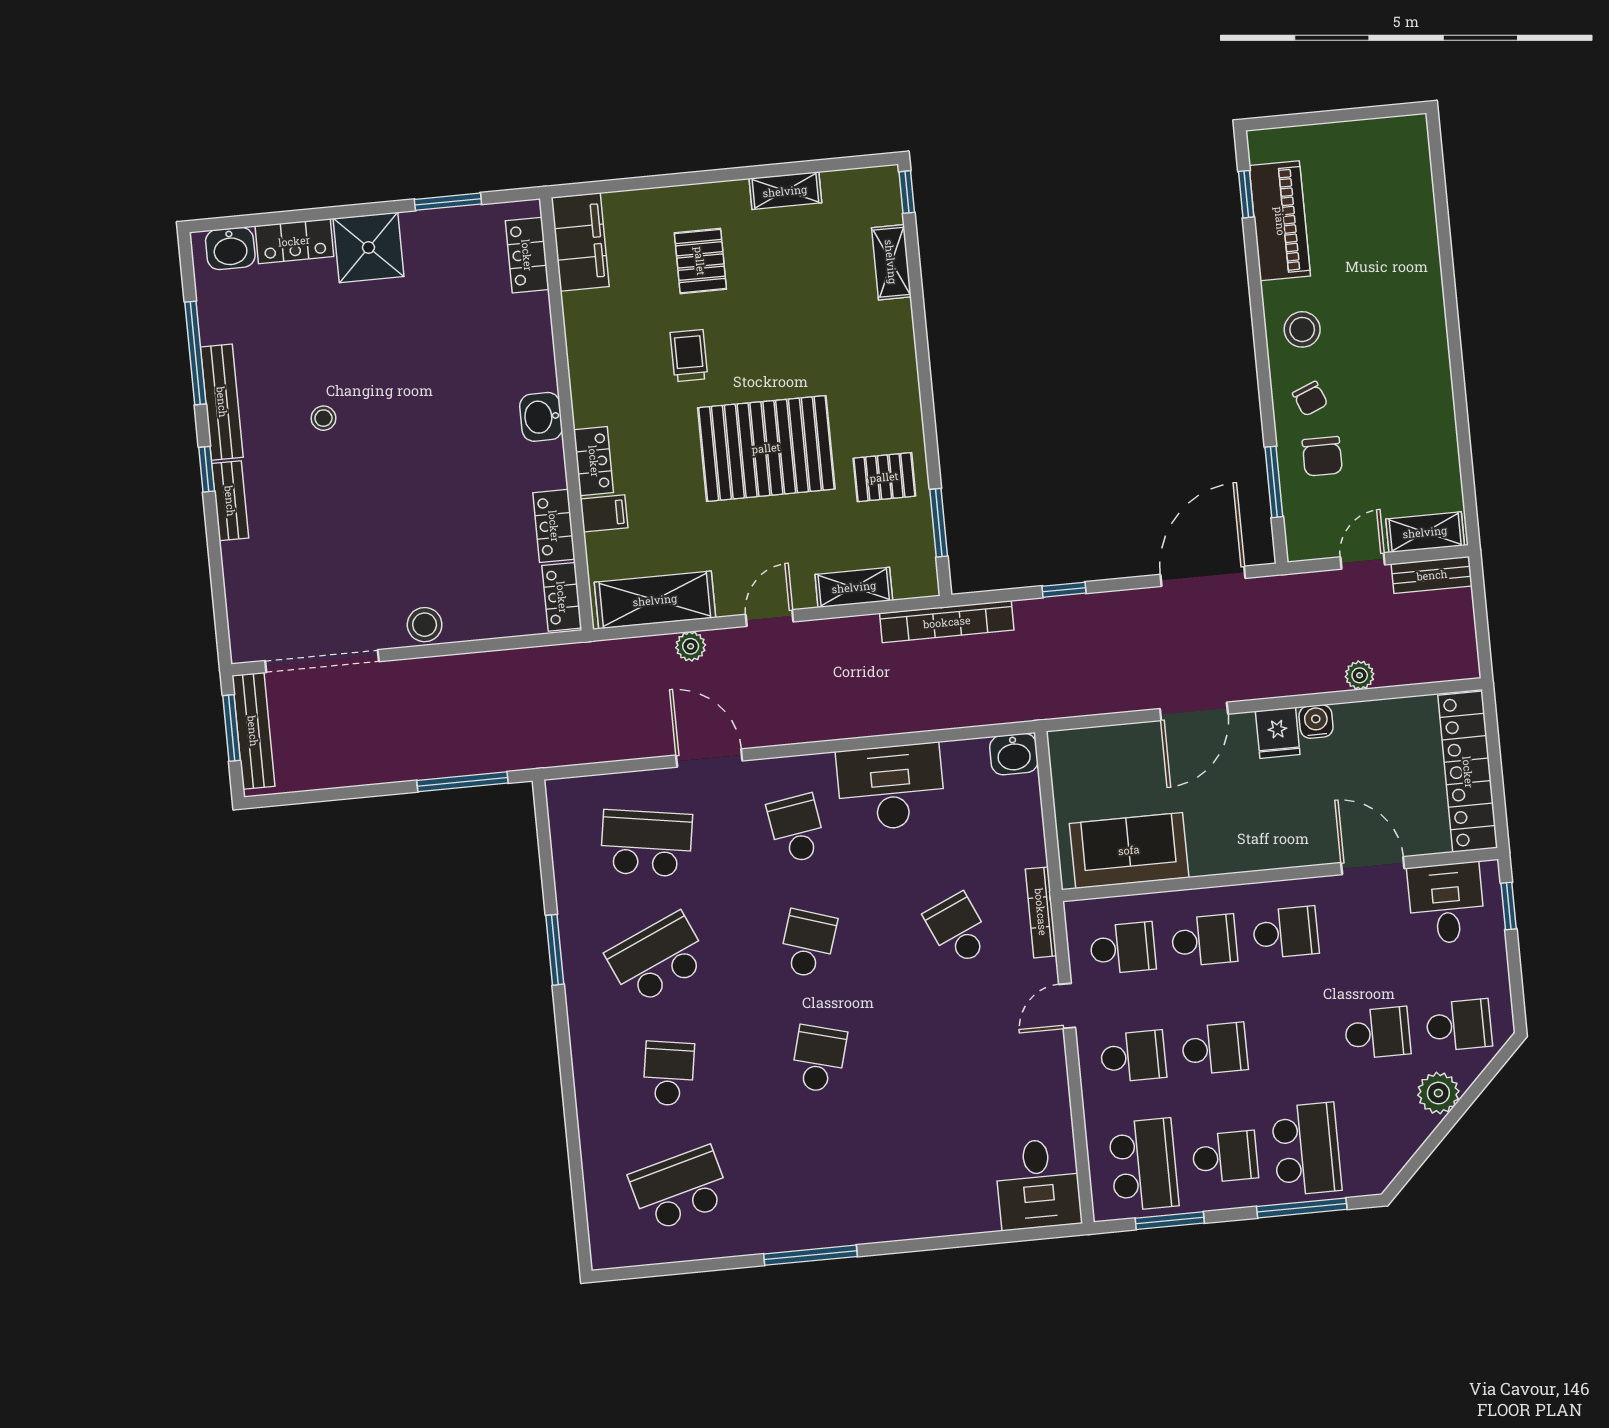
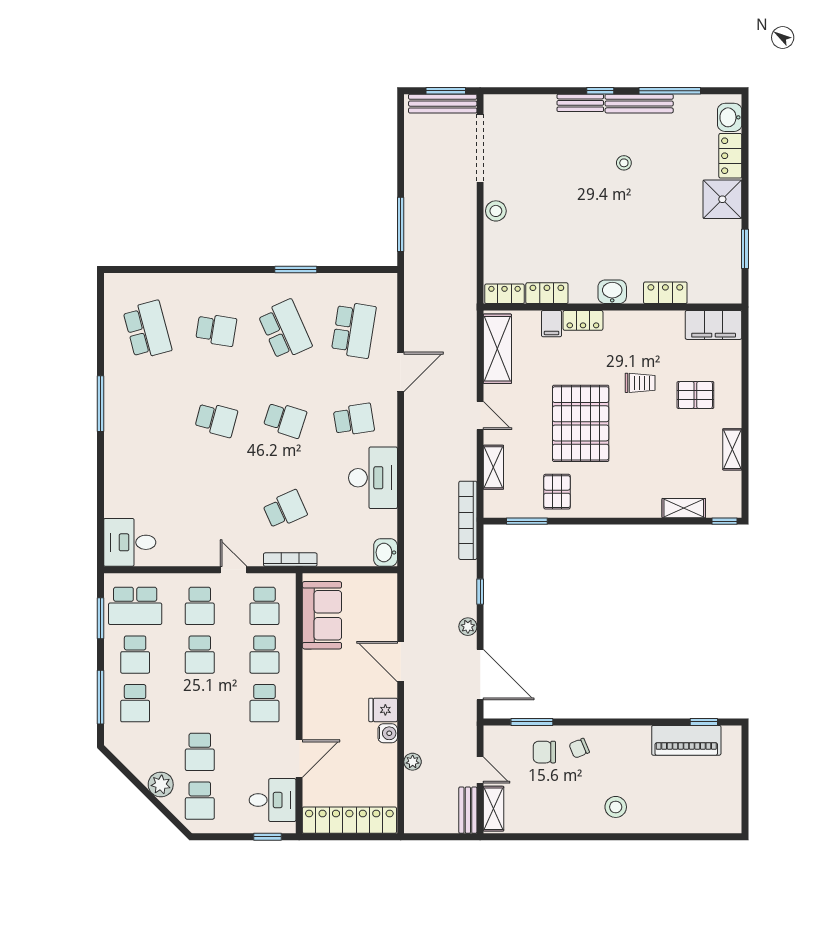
locker: (527, 255) -> (665, 293), moved
stool: (1302, 329) -> (616, 807), moved
plant: (691, 646) -> (468, 627), moved
school desk: (1306, 1149) -> (135, 703), width x0.54

